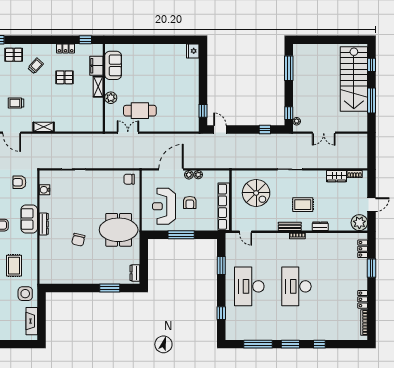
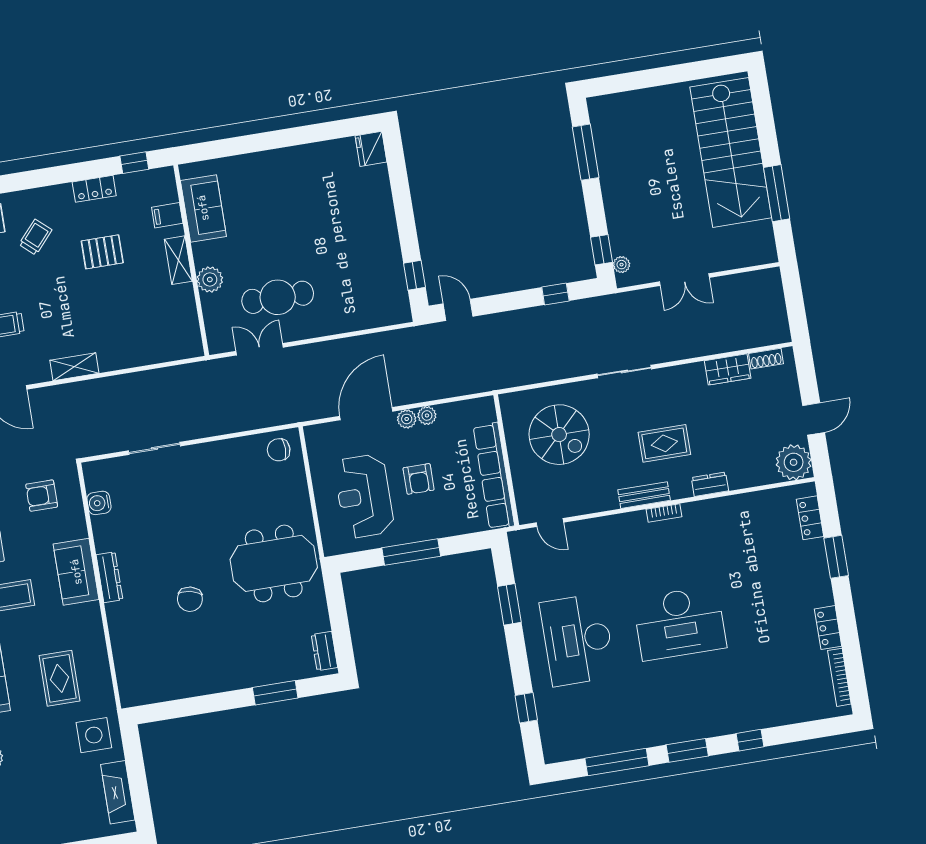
window: (371, 65) -> (764, 115), removed
filing cabinet: (96, 66) -> (167, 215), width x0.50
desk: (296, 286) -> (680, 623), turned -90

